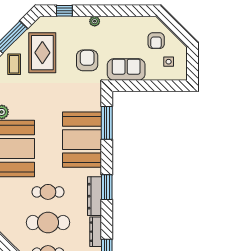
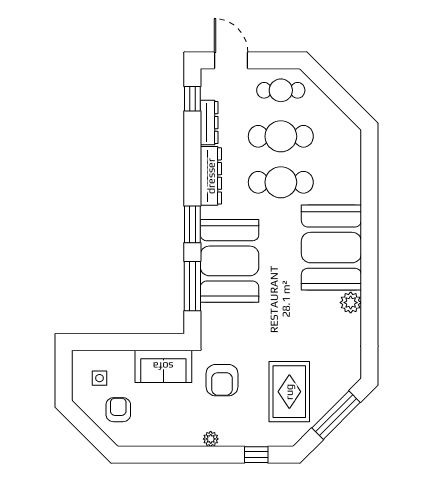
coffee table: (14, 64) -> (332, 374), removed
window: (107, 187) -> (192, 224), moved
cafe table: (48, 192) -> (281, 182), width x1.37, depth x1.35

